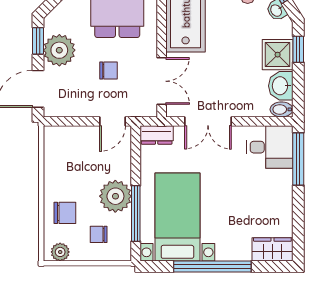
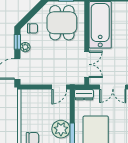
plant: (59, 50) -> (25, 47), width x0.53, depth x0.53
chair: (108, 70) -> (33, 28), moved

